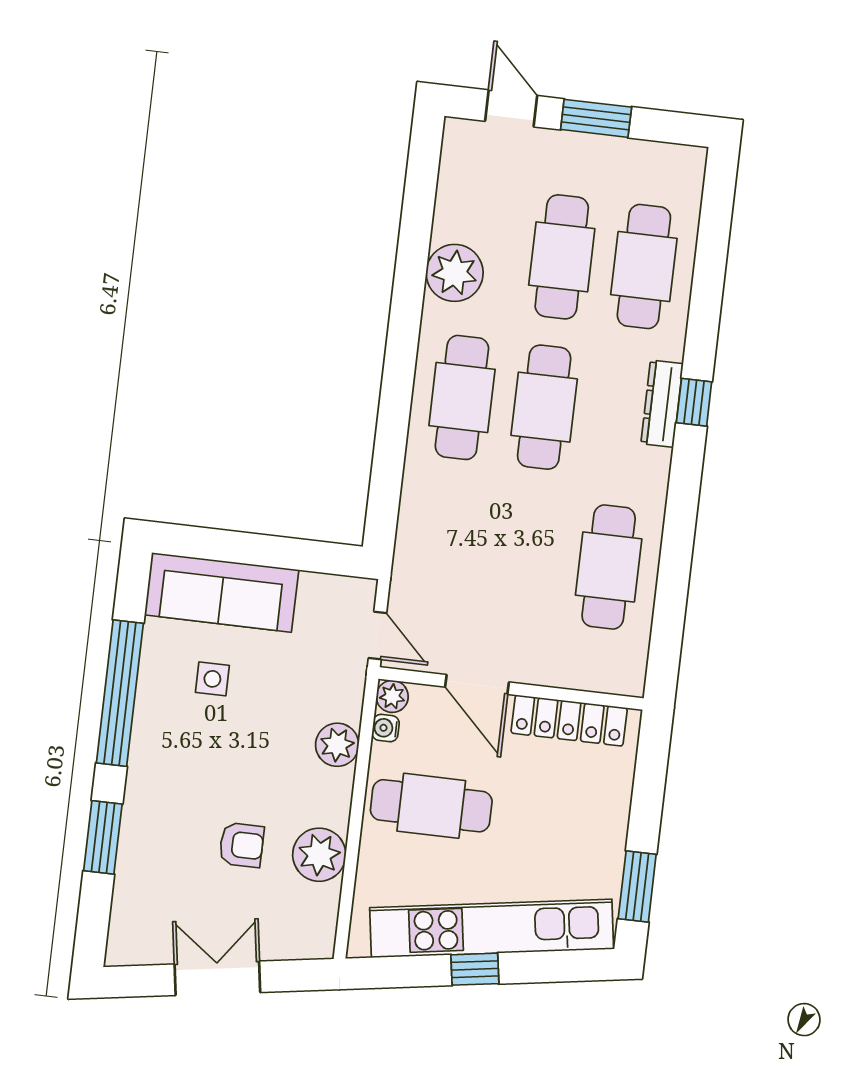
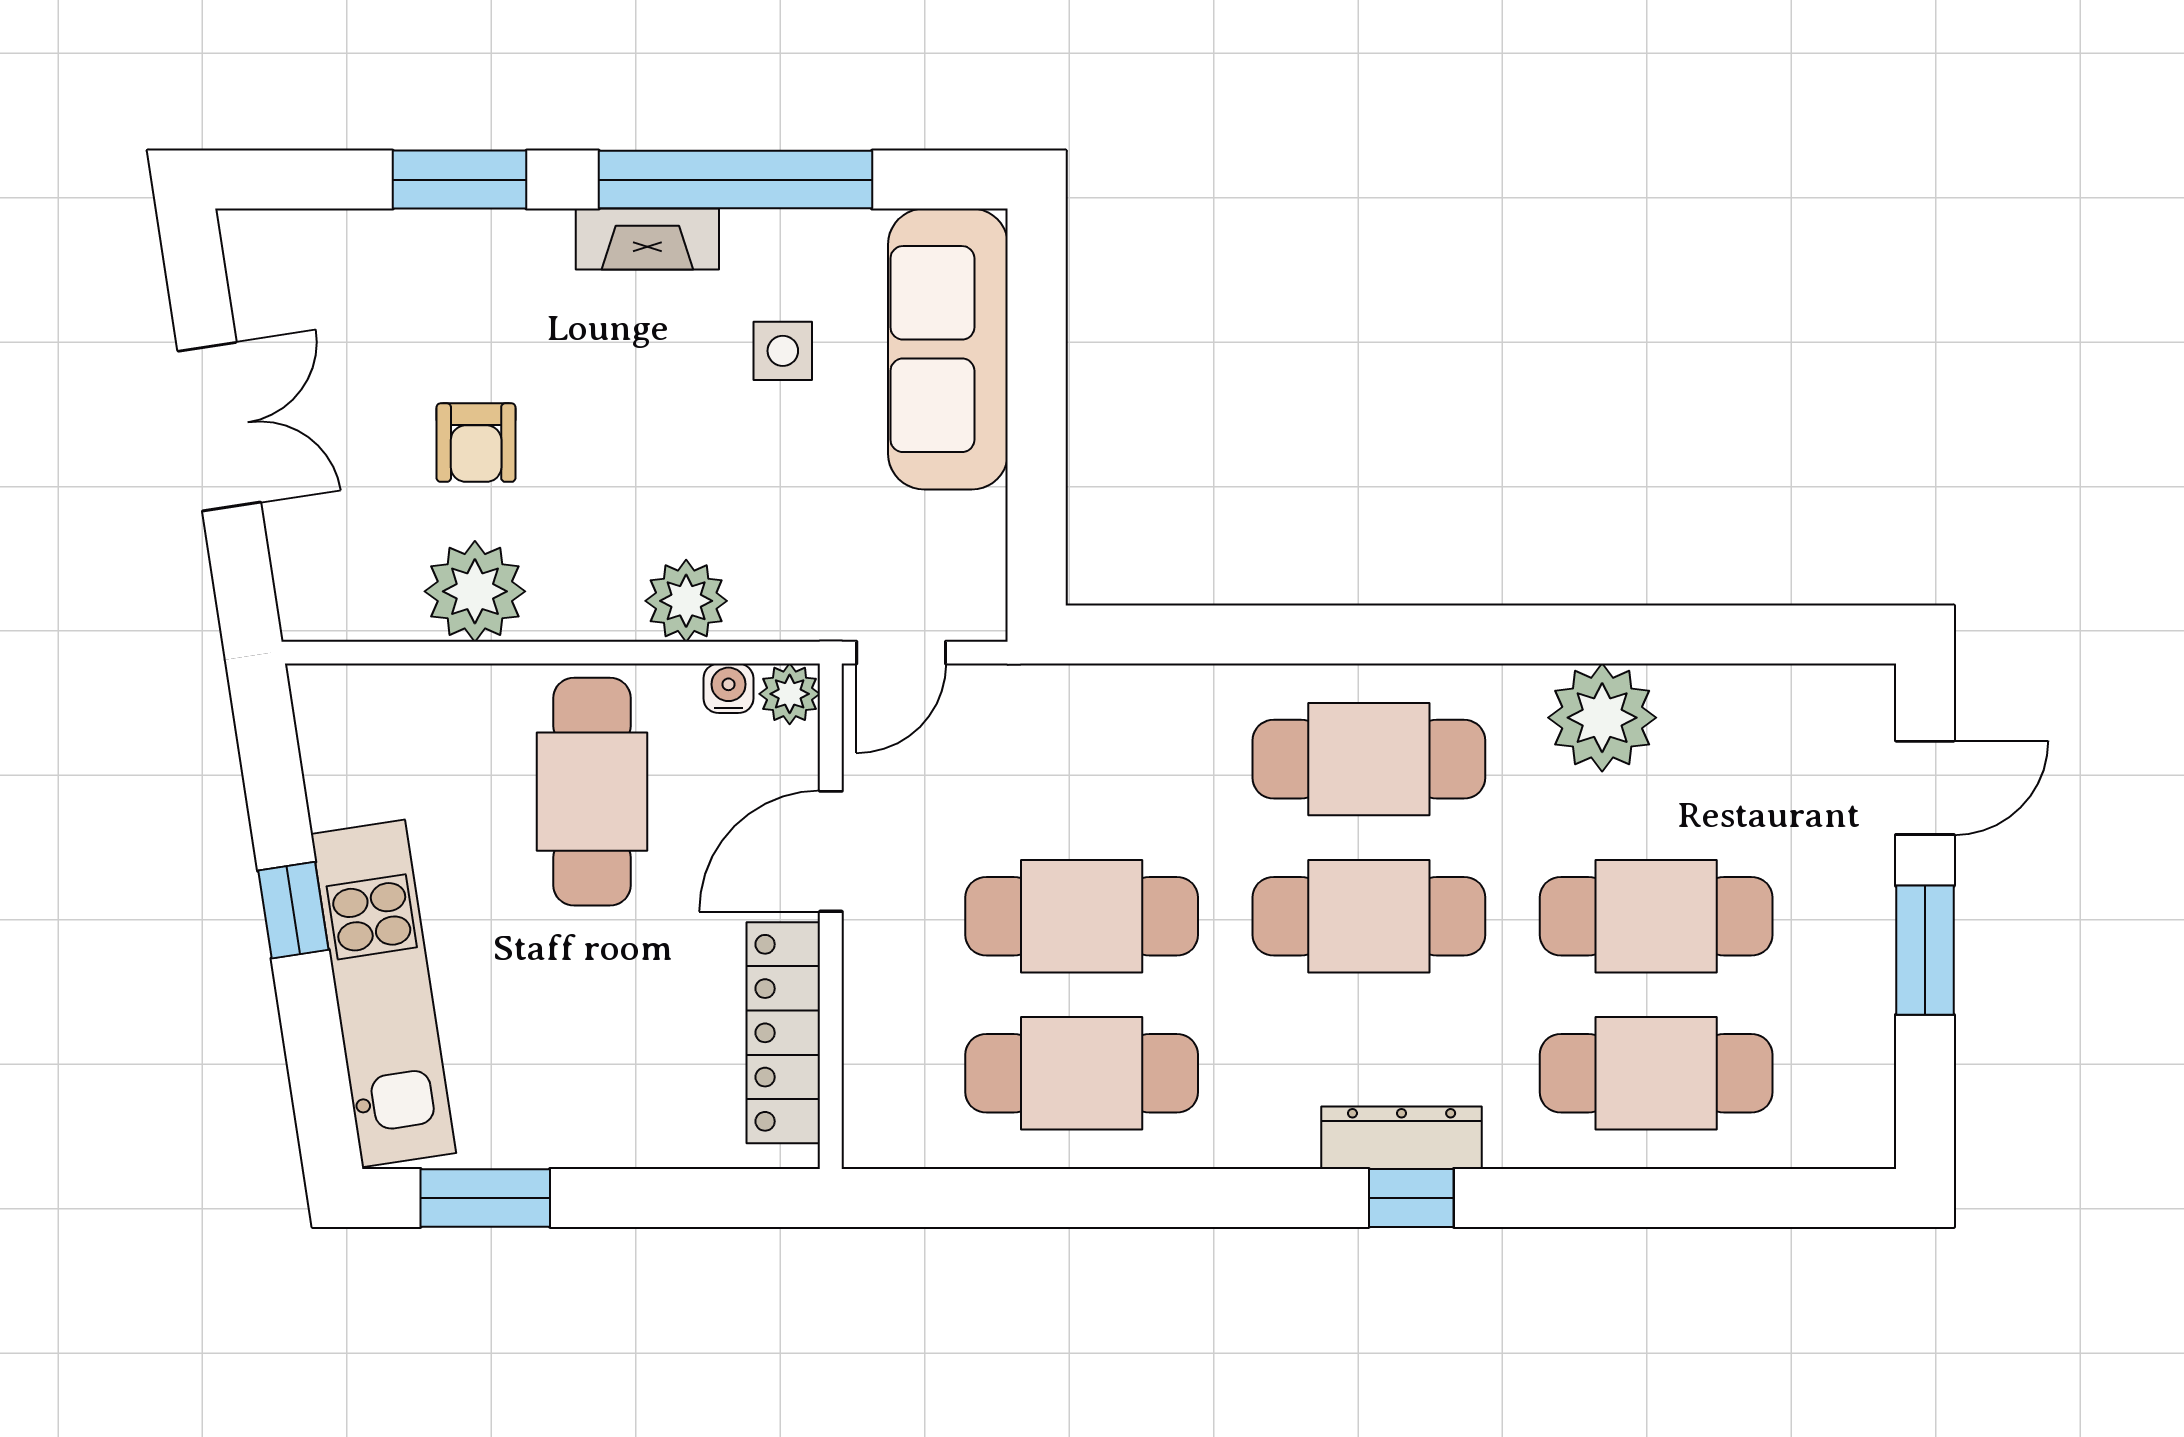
cafe table: (526, 557) -> (1082, 916), added
fireplace: (146, 743) -> (647, 239), added
kitchen unit: (492, 928) -> (384, 993), width x0.73

